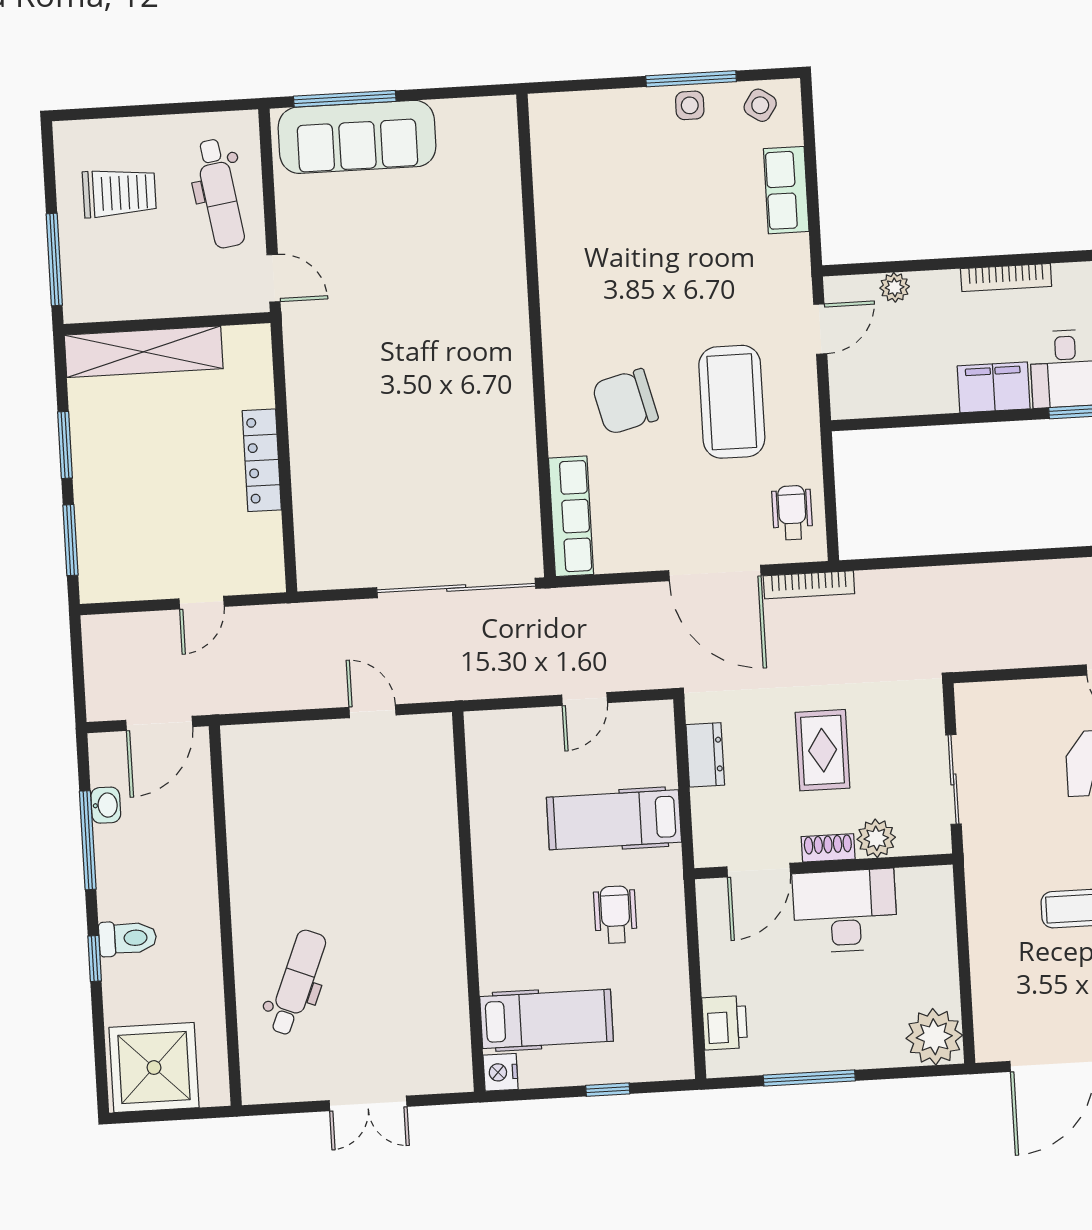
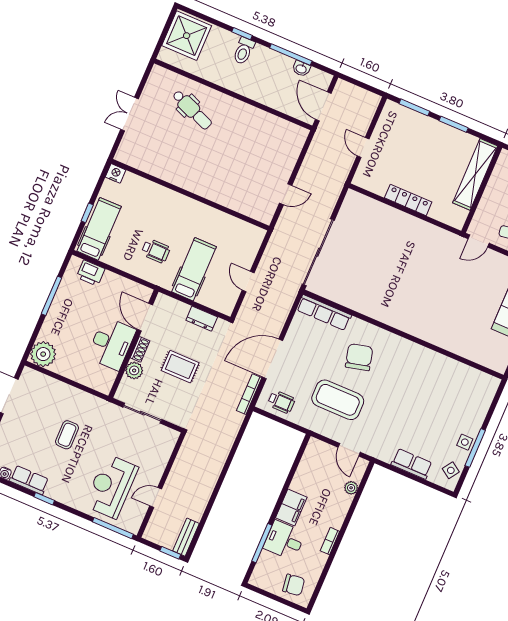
bookcase: (1006, 277) -> (330, 541), width x0.64
hospital bed: (547, 1019) -> (99, 229), moved, turned 180

